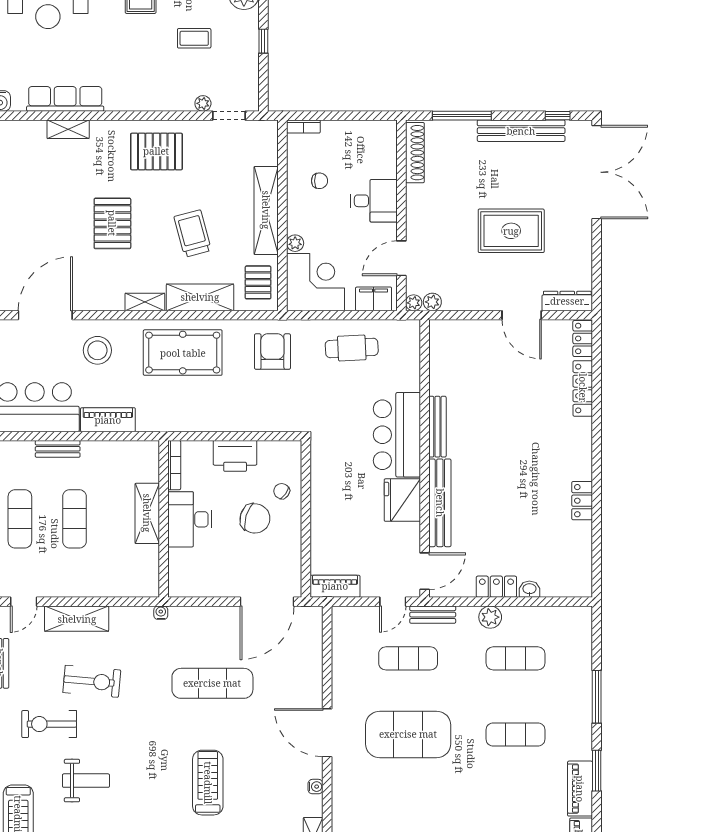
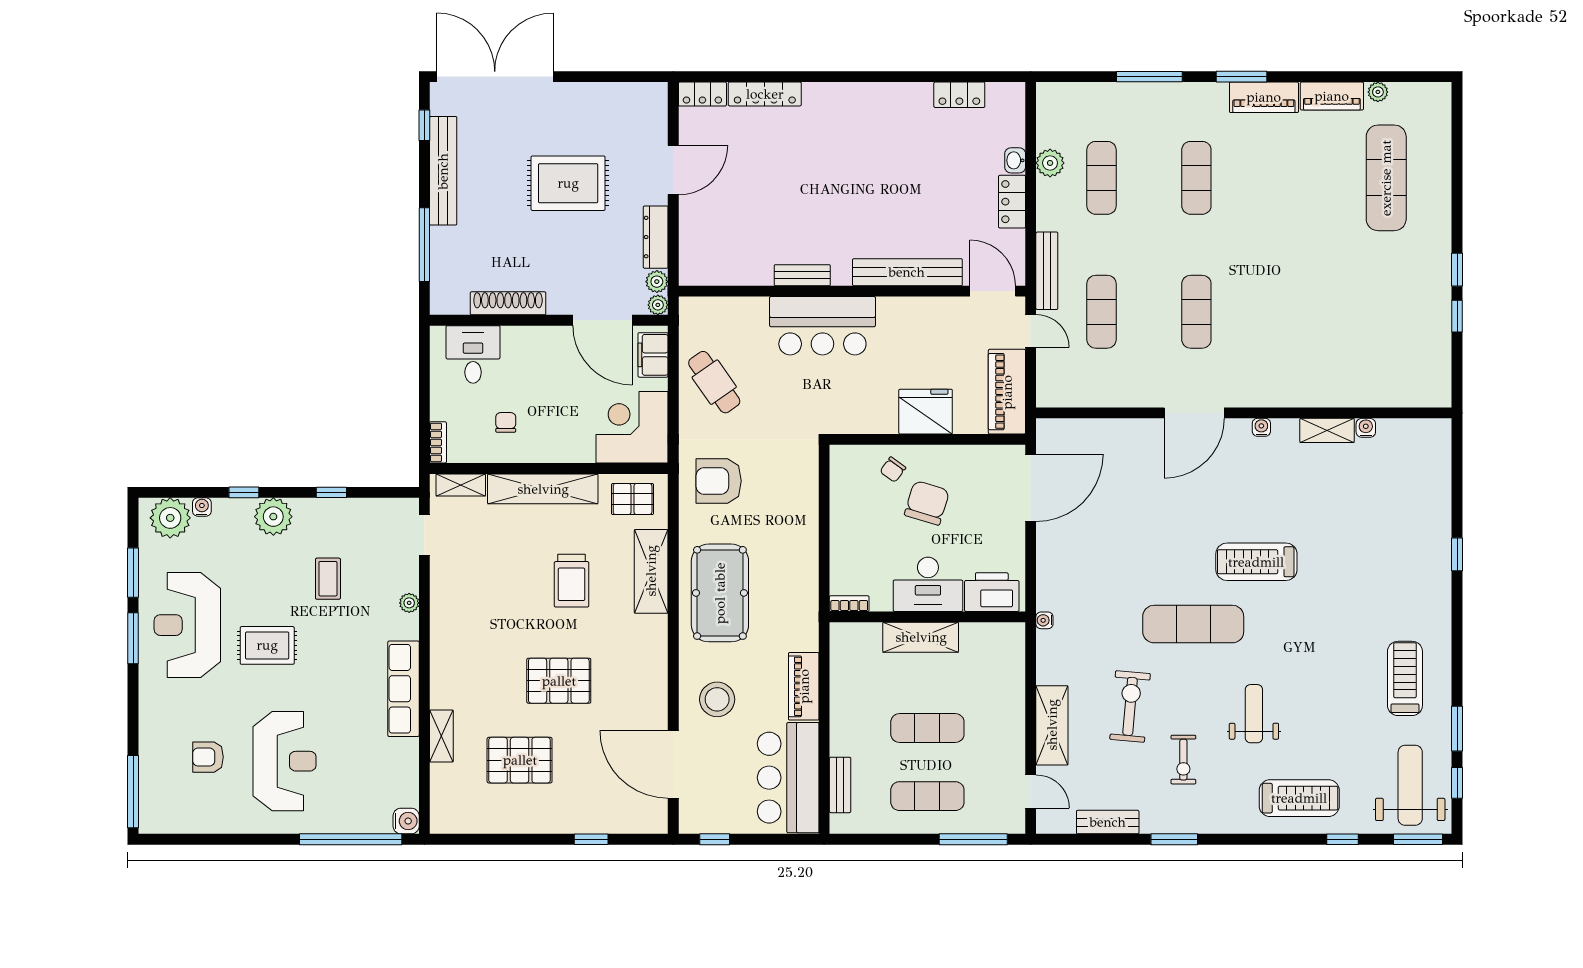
row of seats: (65, 99) -> (404, 689), moved
plant: (203, 103) -> (409, 603), moved
pallet: (156, 151) -> (520, 760), moved, turned 90
shoe rack: (415, 153) -> (508, 303), moved
desk: (374, 201) -> (473, 354), moved
rug: (511, 231) -> (568, 183), turned 90
trolley: (193, 234) -> (571, 581), turned -75
plant: (295, 243) -> (583, 453), removed
door: (401, 258) -> (602, 320), width x1.36
dresser: (567, 301) -> (656, 237), moved
shelving: (145, 302) -> (461, 485), moved, turned 90
cafe table: (352, 348) -> (714, 382), turned -32
bench: (437, 427) -> (802, 275), width x0.73
bench: (58, 449) -> (840, 785), moved
printer: (235, 456) -> (992, 592), moved, turned -90
bookcase: (174, 465) -> (849, 604), width x0.64
fridge: (402, 500) -> (926, 412), moved, turned 180
locker: (582, 501) -> (959, 95), moved
piano: (335, 586) -> (1007, 392), width x1.37, depth x1.33
door: (267, 602) -> (1031, 488), hinge flipped
bench: (433, 615) -> (1047, 271), width x1.36
plant: (490, 617) -> (1050, 163), moved
exercise mat: (212, 683) -> (1193, 624), moved, turned 90
exercise bike: (49, 724) -> (1183, 760), width x0.73, depth x0.72
exercise mat: (408, 734) -> (1196, 312), width x0.50, depth x0.69

